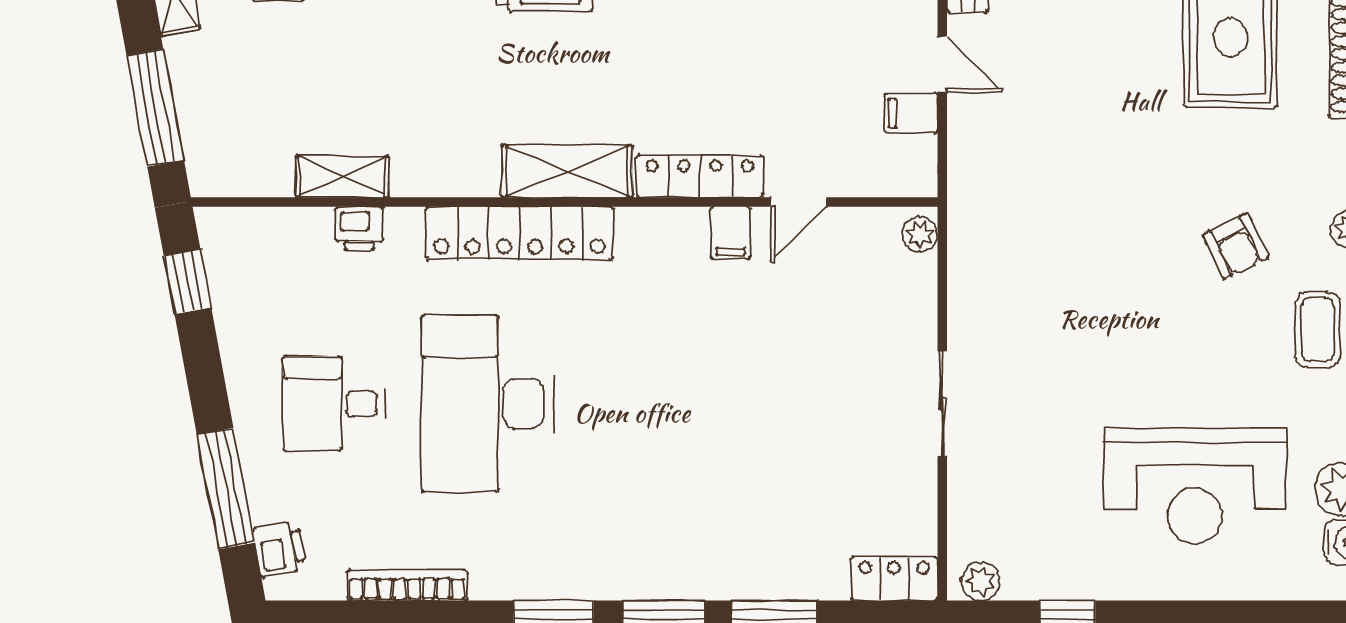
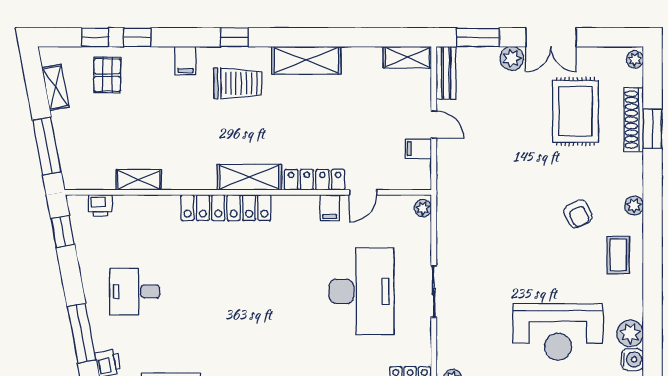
printer: (359, 228) -> (100, 205), moved
desk: (488, 404) -> (362, 291), moved, turned 180

